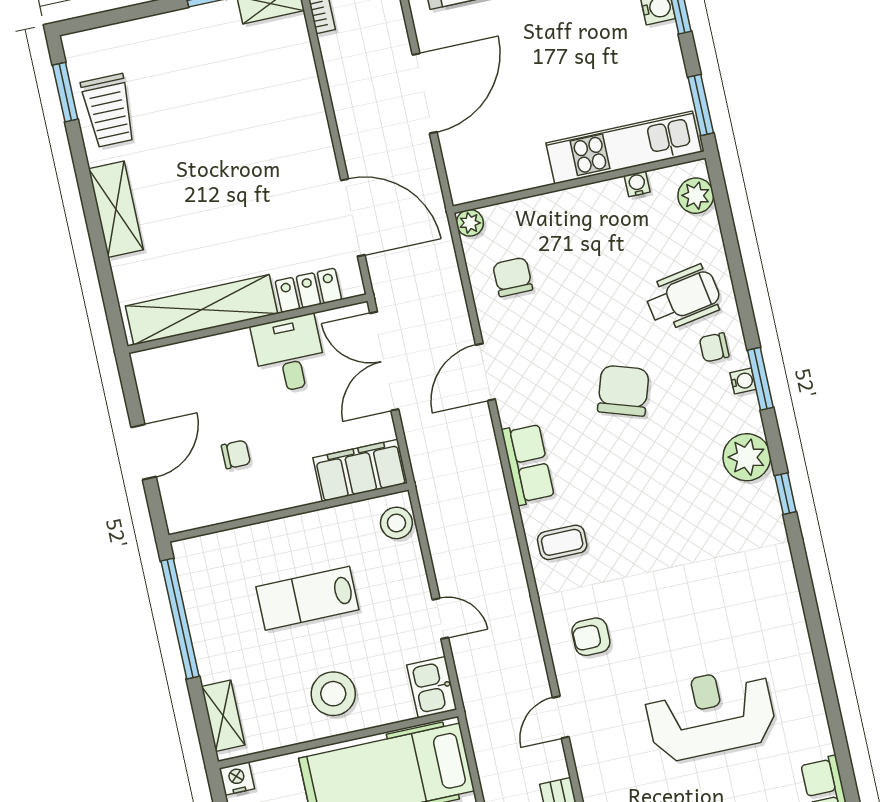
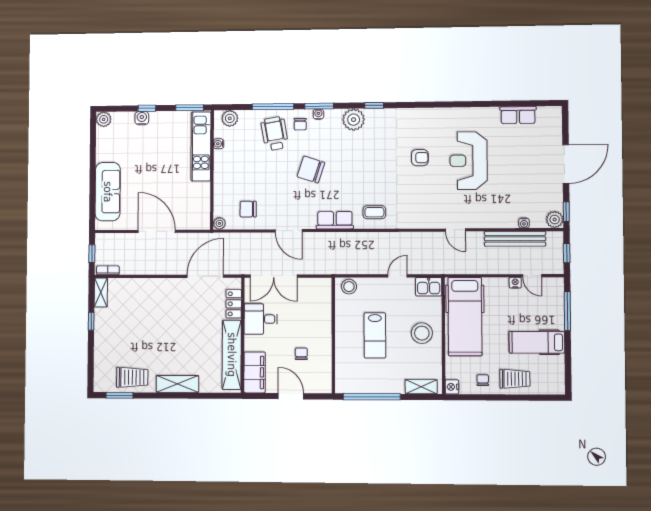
window: (739, 282) -> (273, 107), added
filing cabinet: (360, 470) -> (255, 372), moved, turned 180
coffee table: (562, 542) -> (374, 212), turned 90
armchair: (591, 637) -> (420, 158), moved, turned -90

